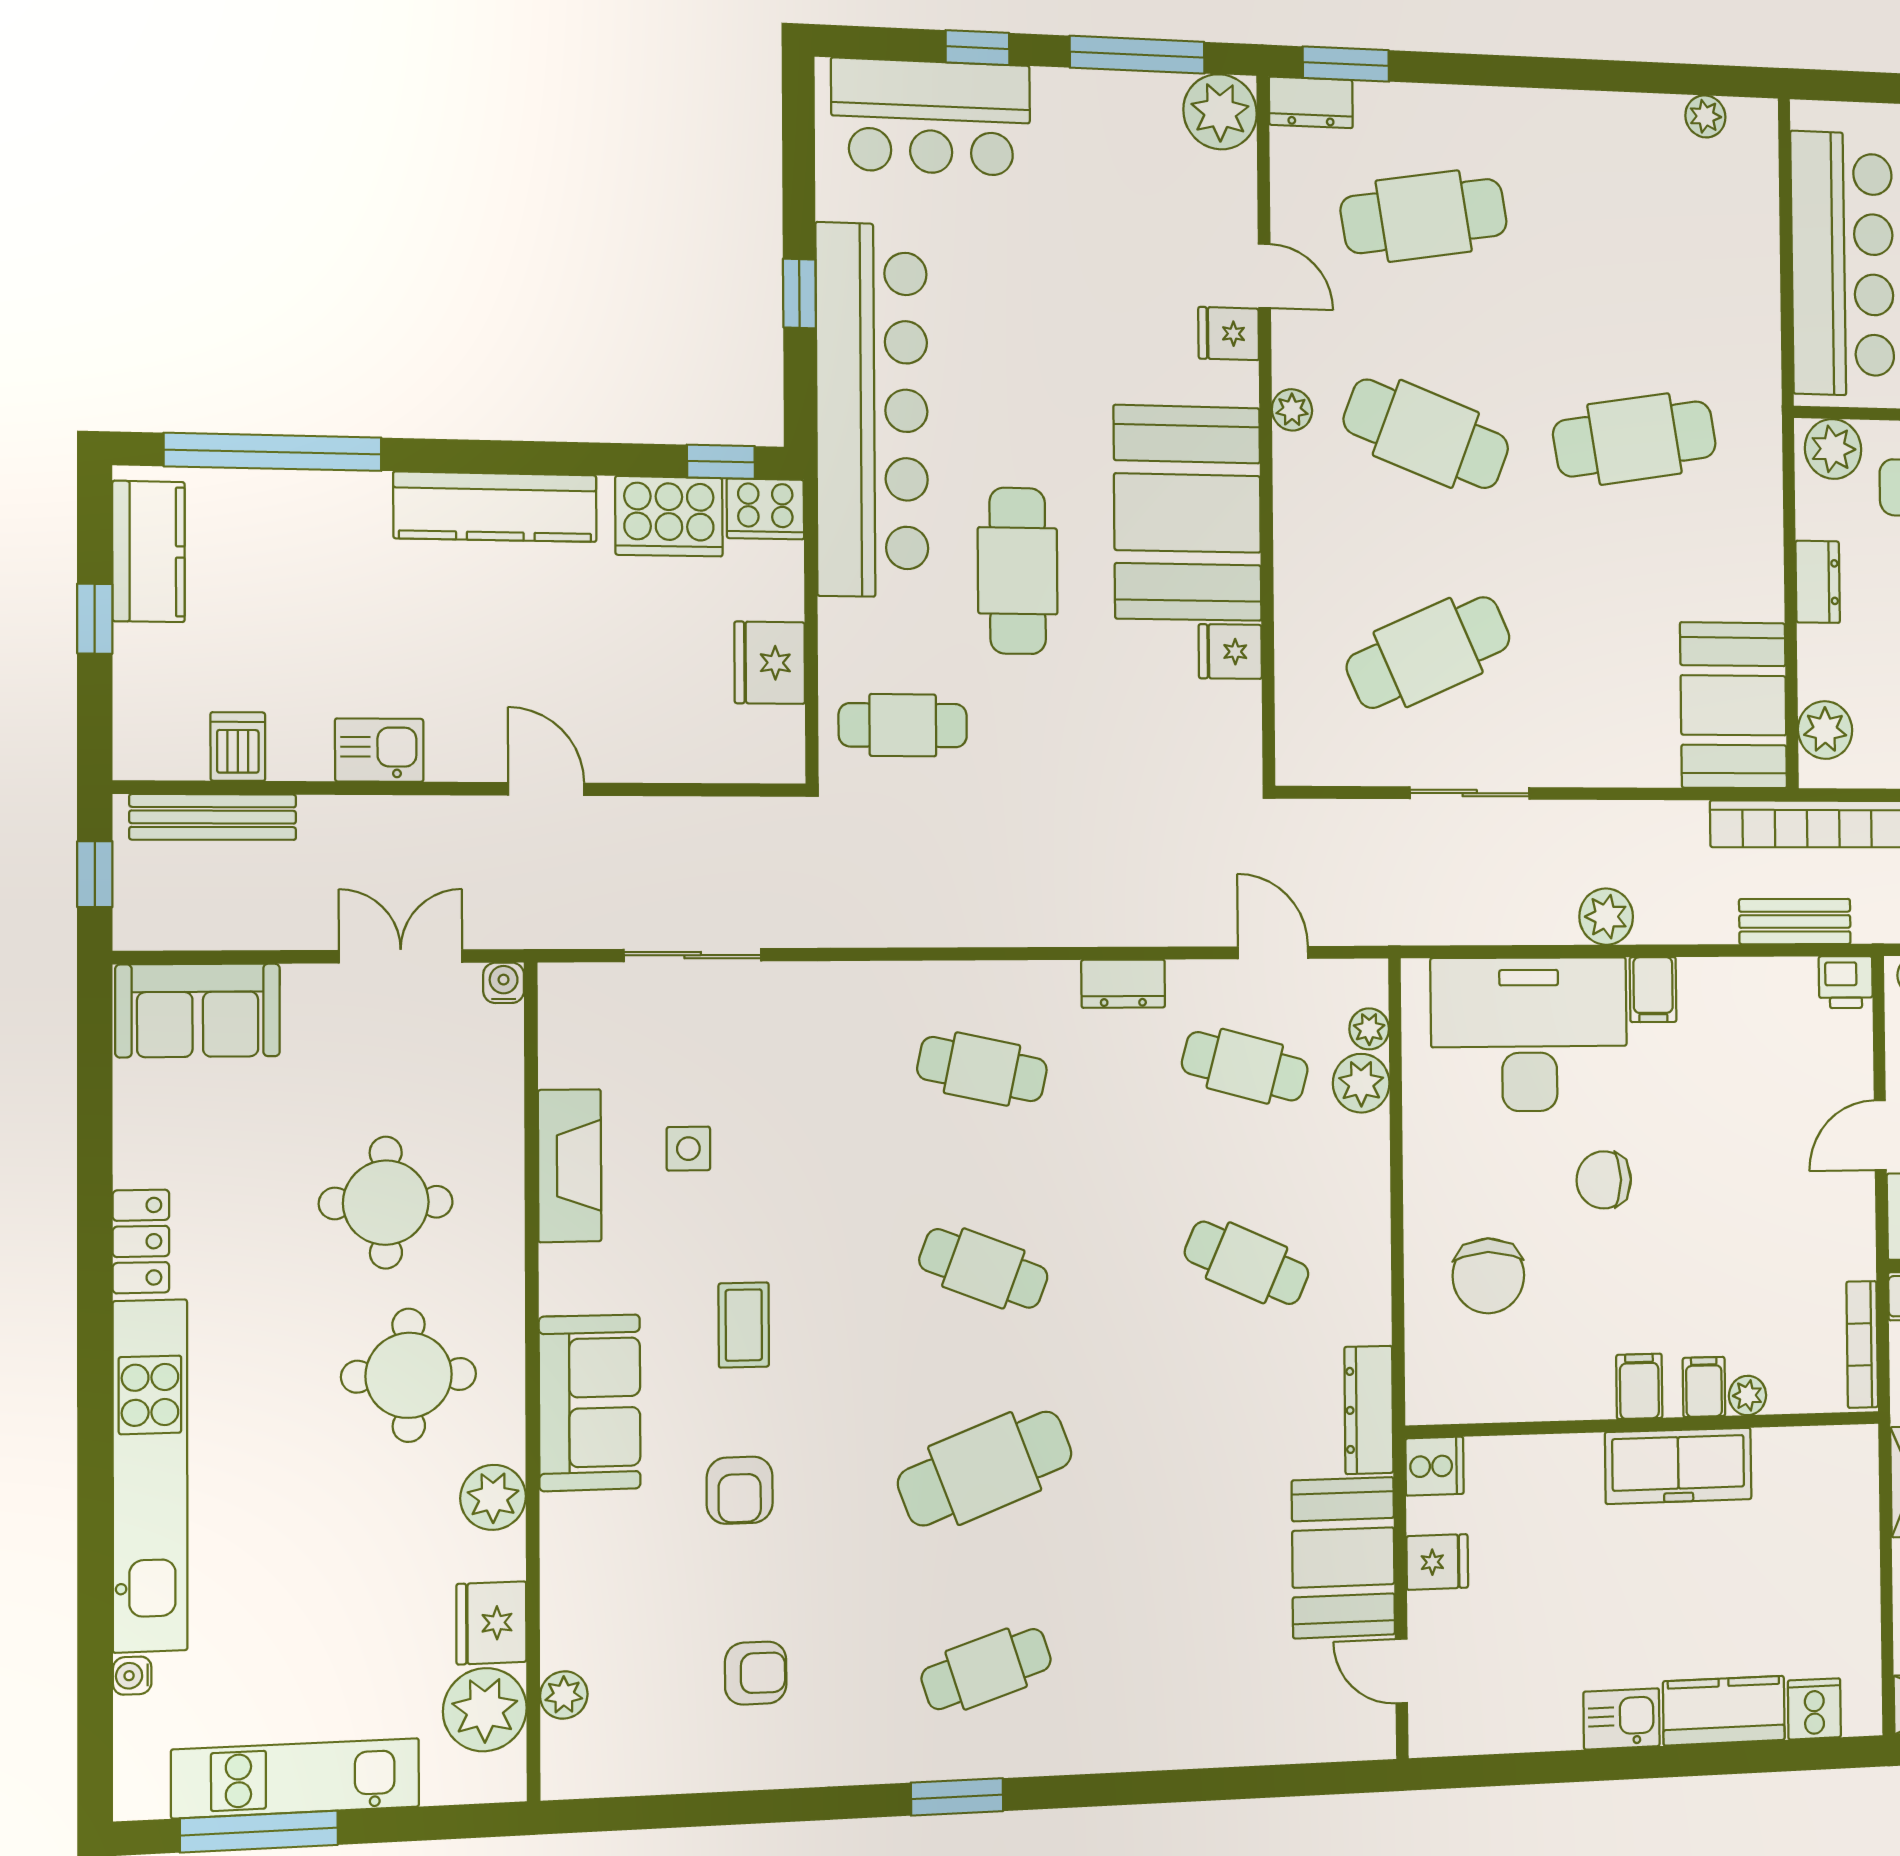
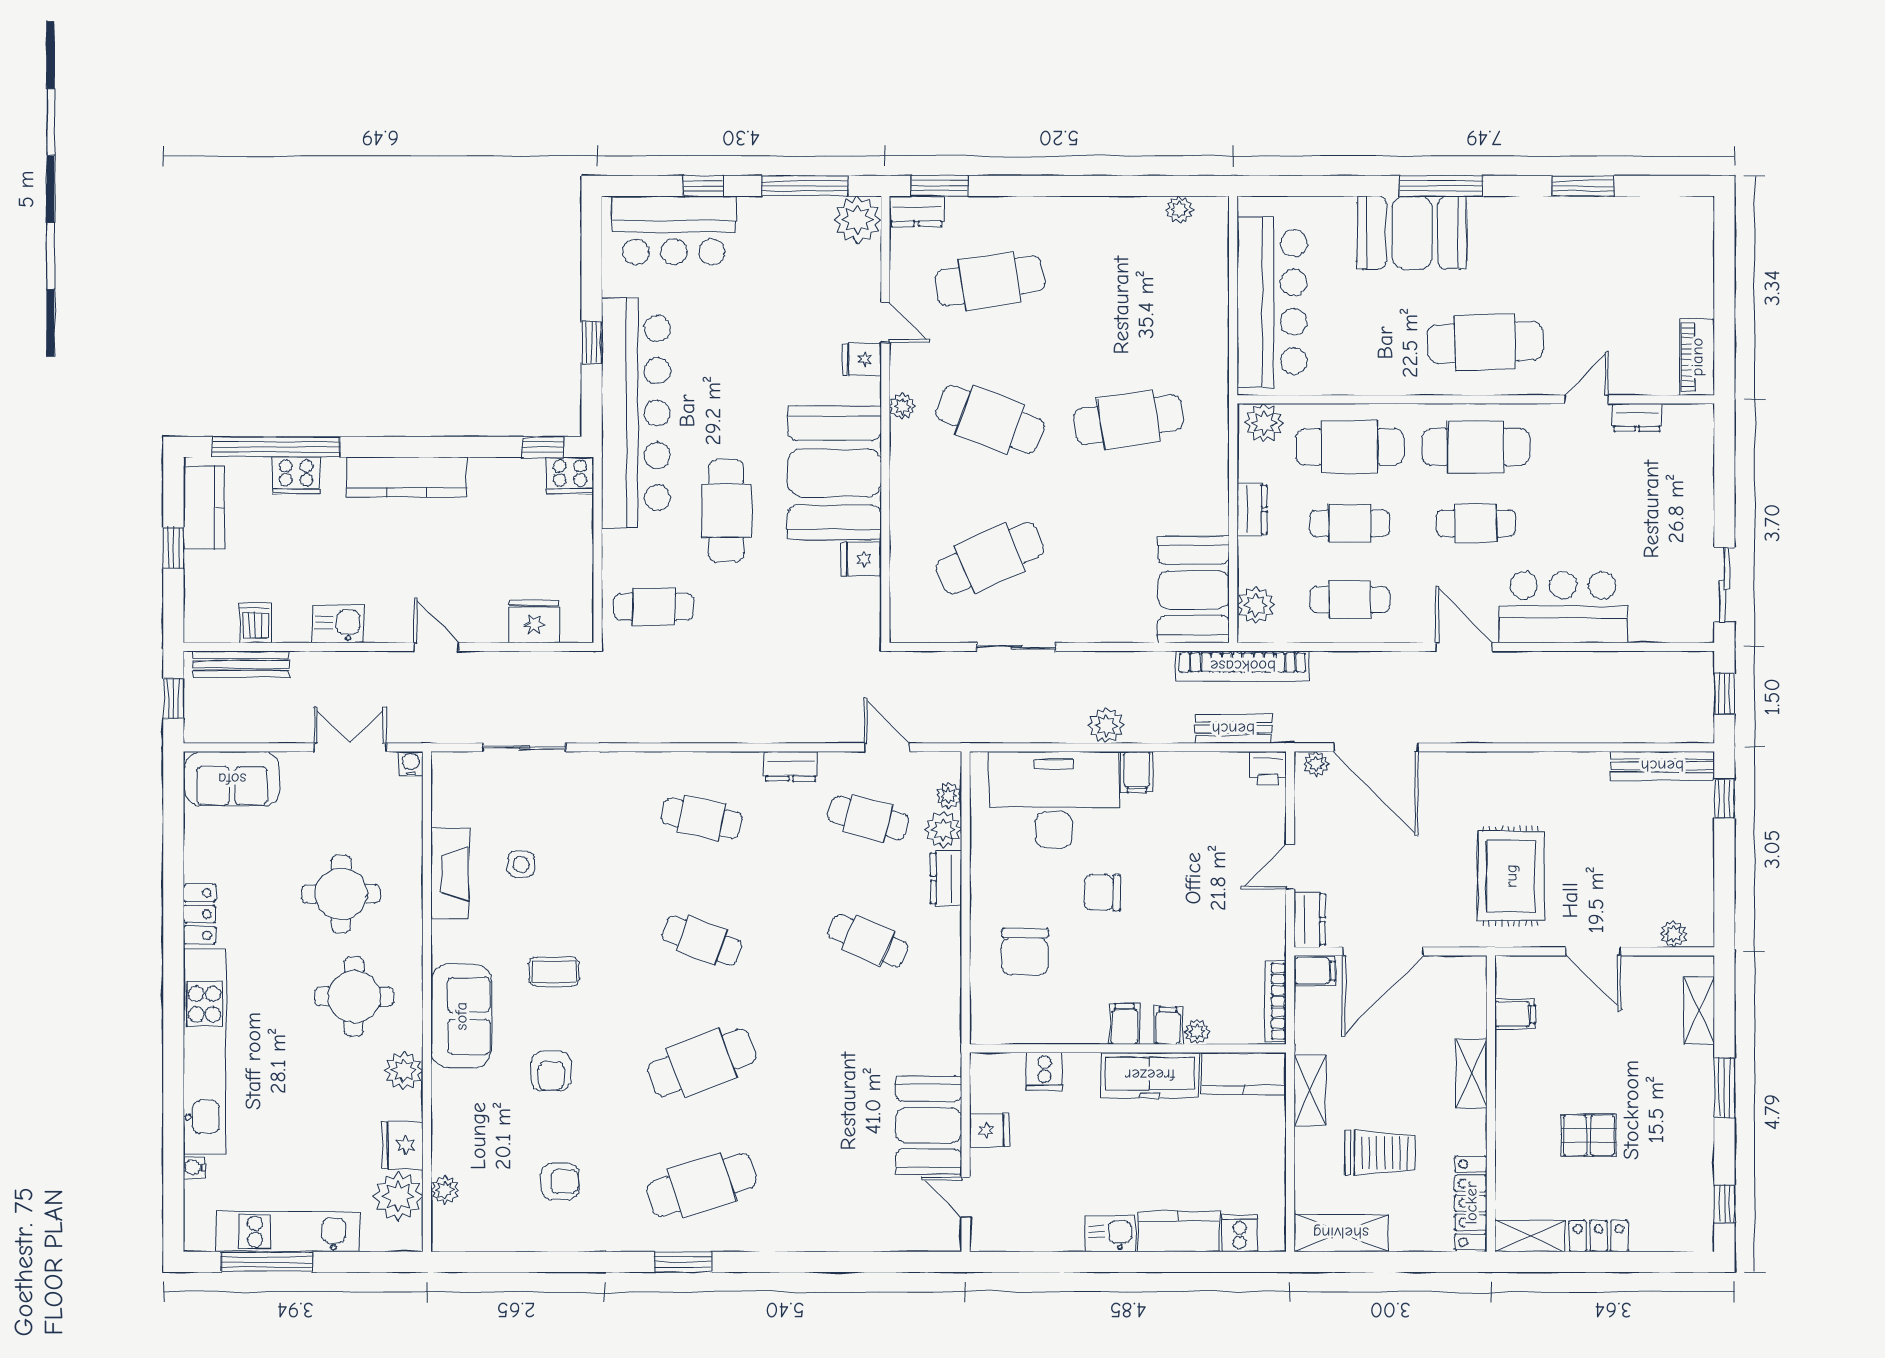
cooker: (669, 516) -> (296, 475), moved, width x0.73, depth x0.76
fridge: (770, 663) -> (534, 621), moved, turned 90
coffee table: (744, 1325) -> (554, 972), turned 90
dresser: (1369, 1410) -> (946, 878), moved, width x0.70
kitchen counter: (1817, 1459) -> (1244, 1074), added
cooker: (1435, 1466) -> (1044, 1071), moved, turned 90
cafe table: (986, 1669) -> (702, 1185), width x1.37, depth x1.35

